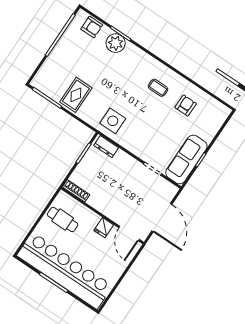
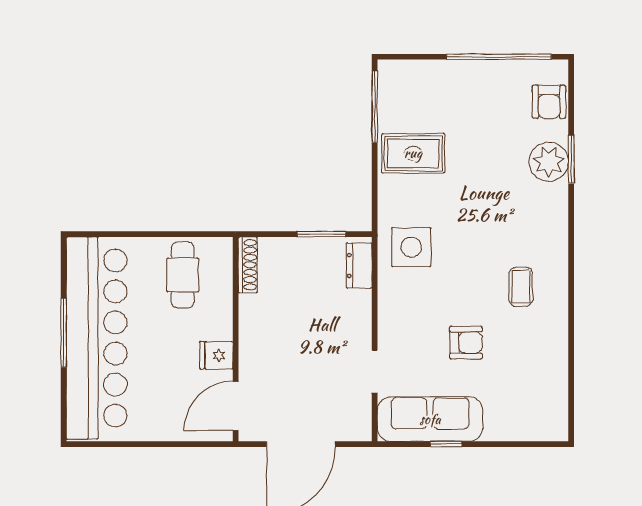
armchair: (186, 105) -> (466, 343), moved

